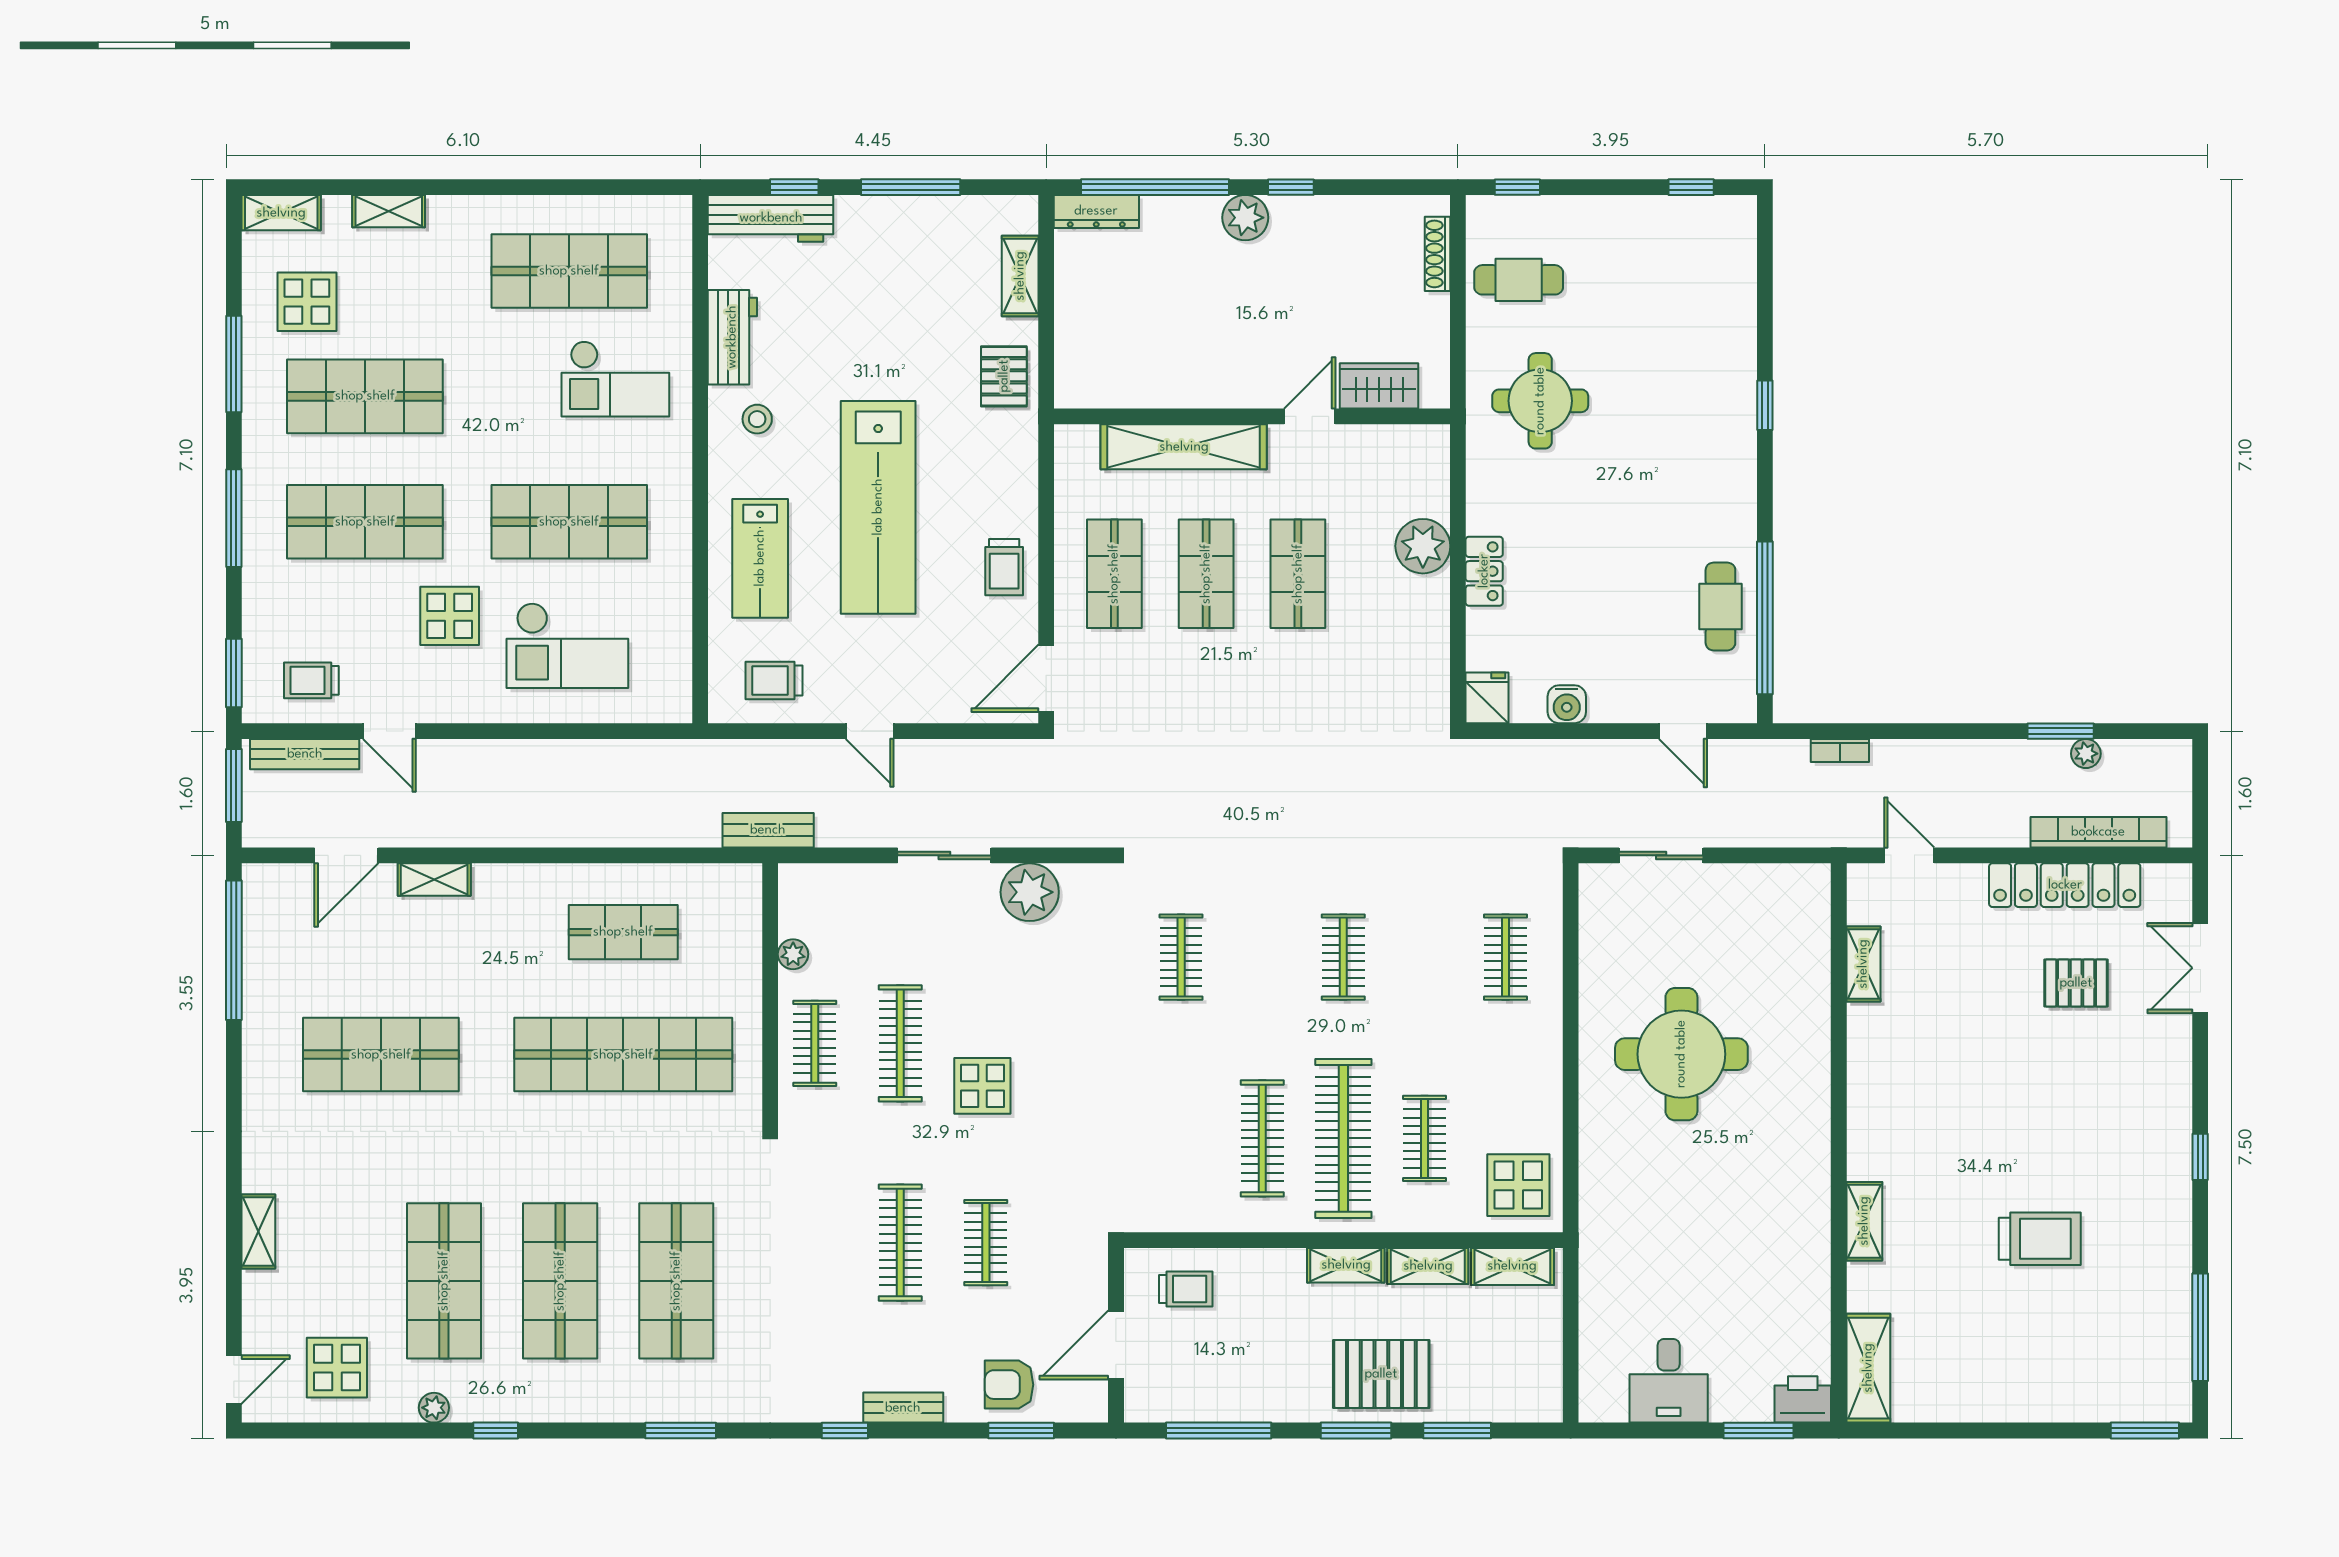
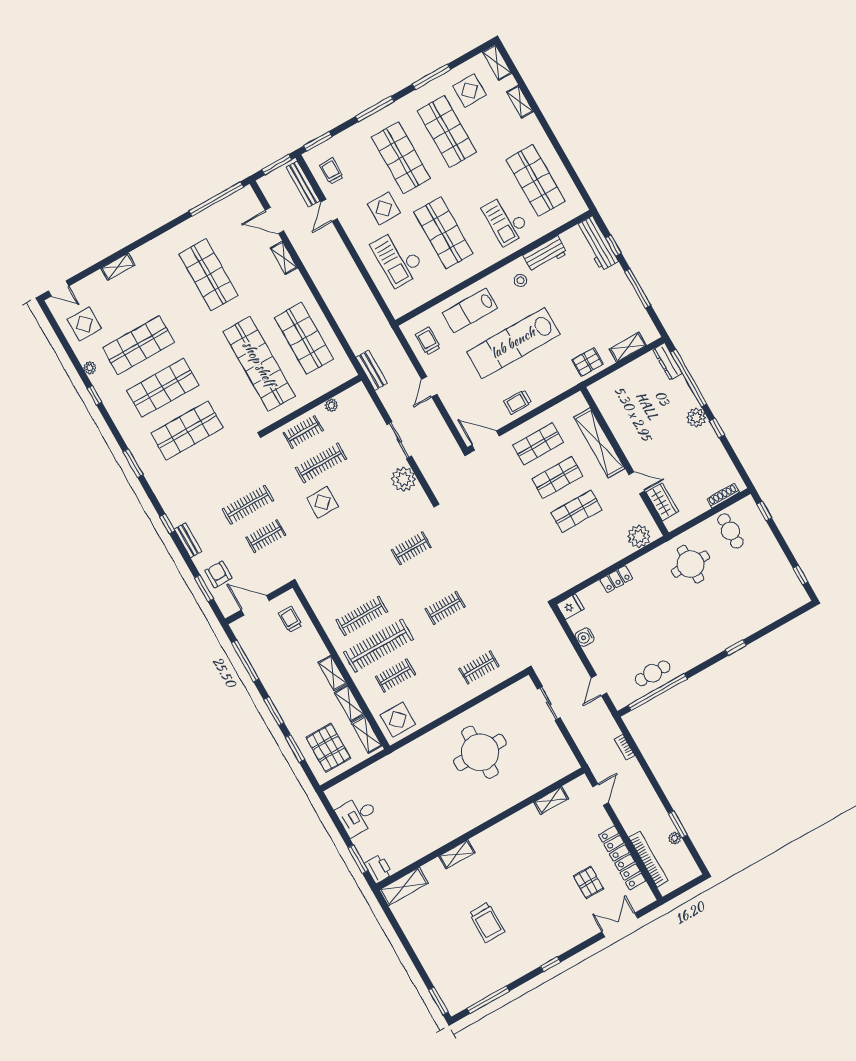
plant: (1423, 546) -> (639, 536), moved
shop shelf: (623, 932) -> (304, 338), width x1.43, depth x1.36
trolley: (1186, 1289) -> (290, 619), turned 180
pallet: (1381, 1374) -> (328, 748), moved

